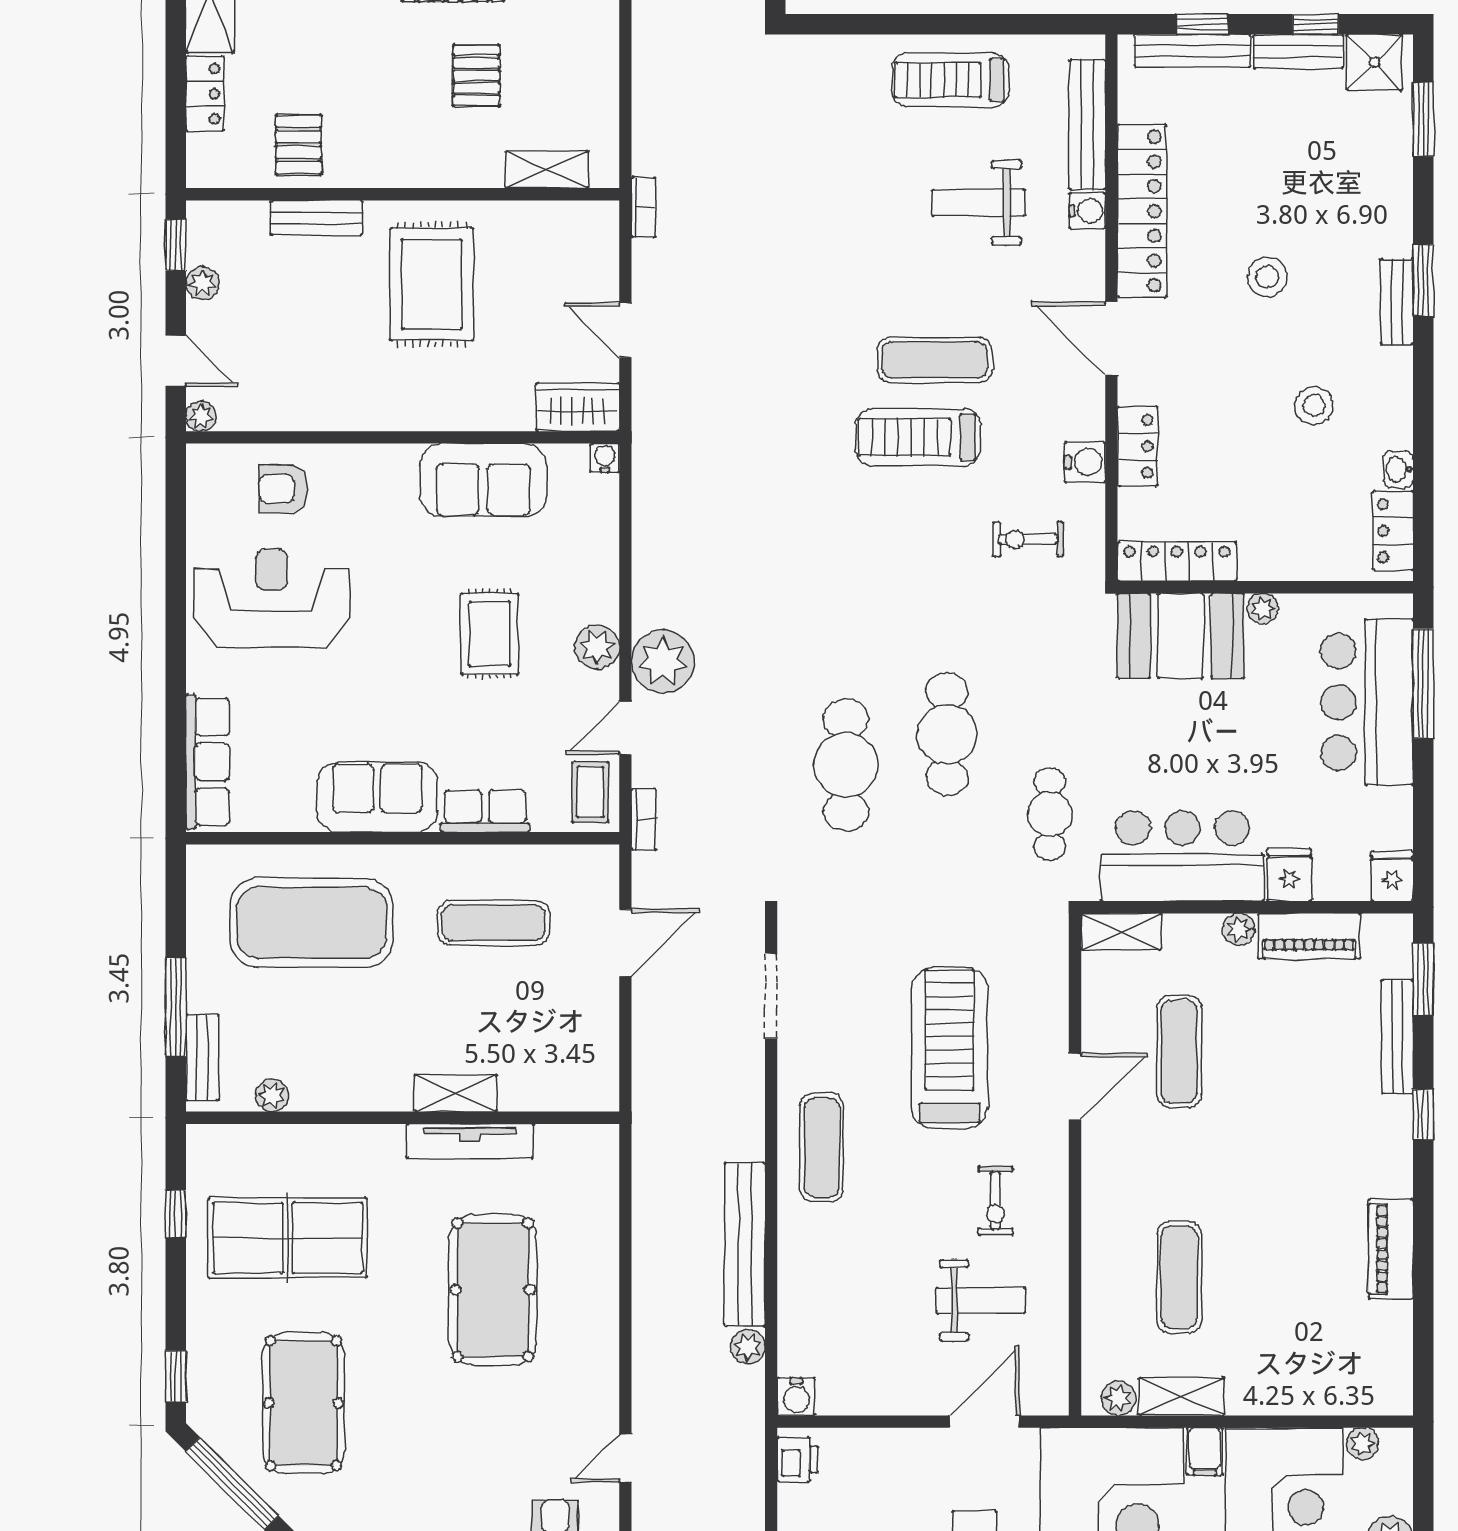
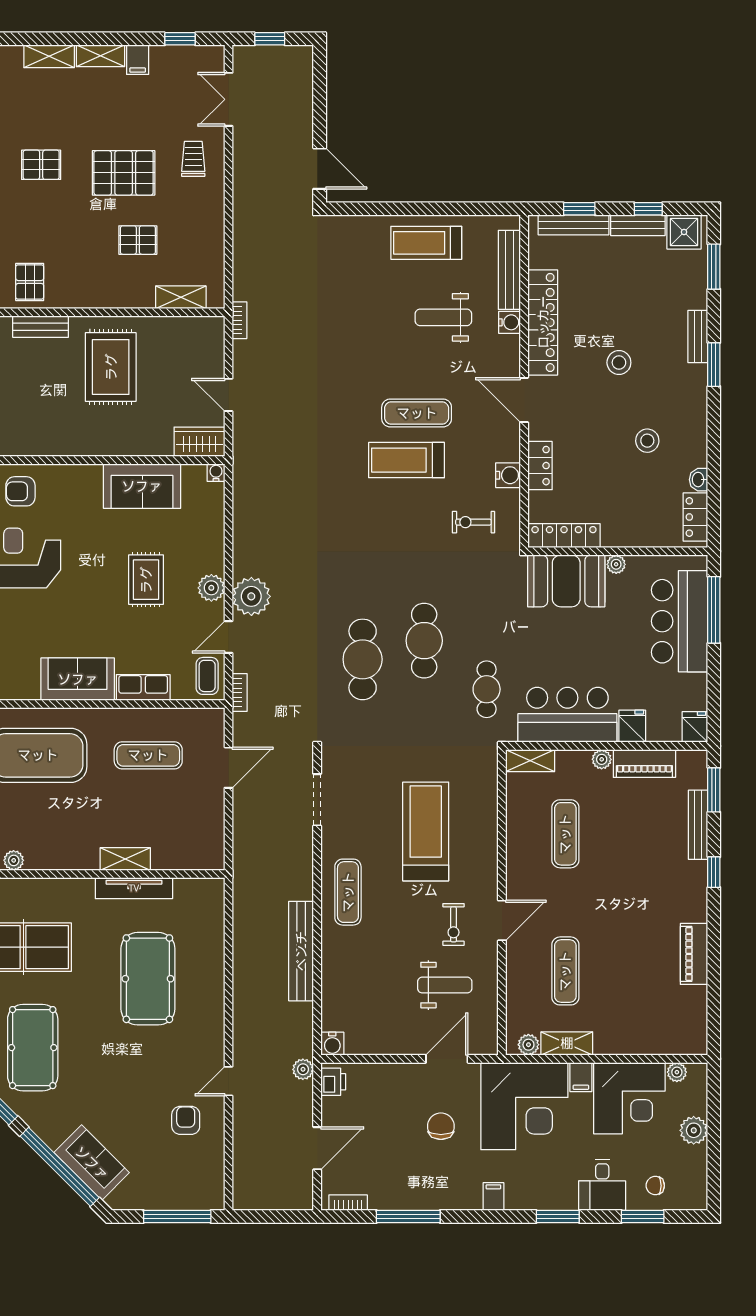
pallet: (476, 76) -> (138, 240), turned 90
bench: (1397, 302) -> (698, 337), moved
door: (1075, 1086) -> (502, 920), moved
plant: (748, 1347) -> (303, 1069), moved

